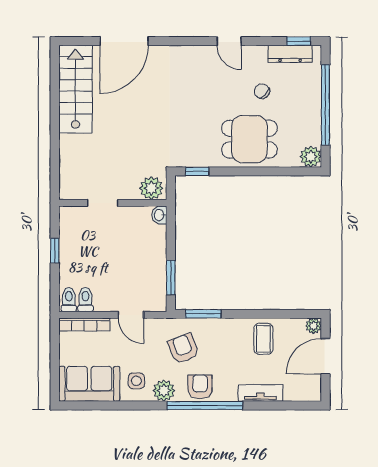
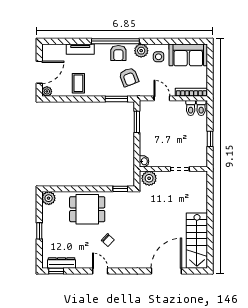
chair: (262, 91) -> (108, 240), moved
window: (325, 105) -> (39, 231), width x0.32

